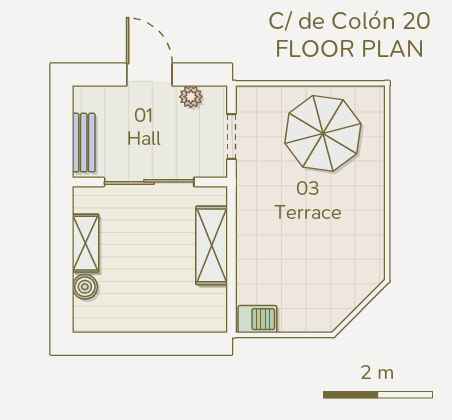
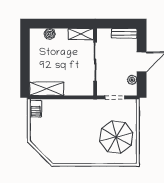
bench: (84, 143) -> (124, 33), moved
shelving: (85, 243) -> (81, 34), moved
shelving: (212, 245) -> (47, 89), moved

